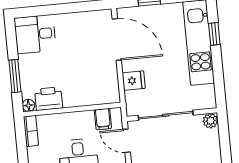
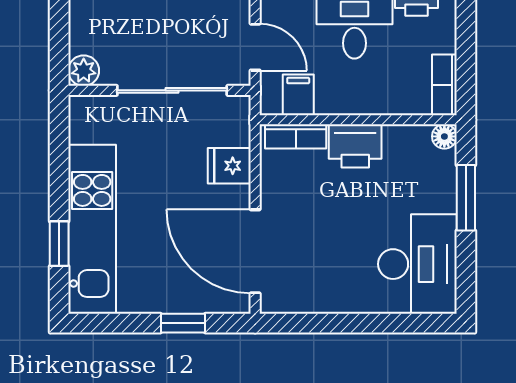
desk: (35, 34) -> (417, 264), width x1.37
bookcase: (102, 98) -> (296, 136), added
printer: (49, 99) -> (355, 146), moved

